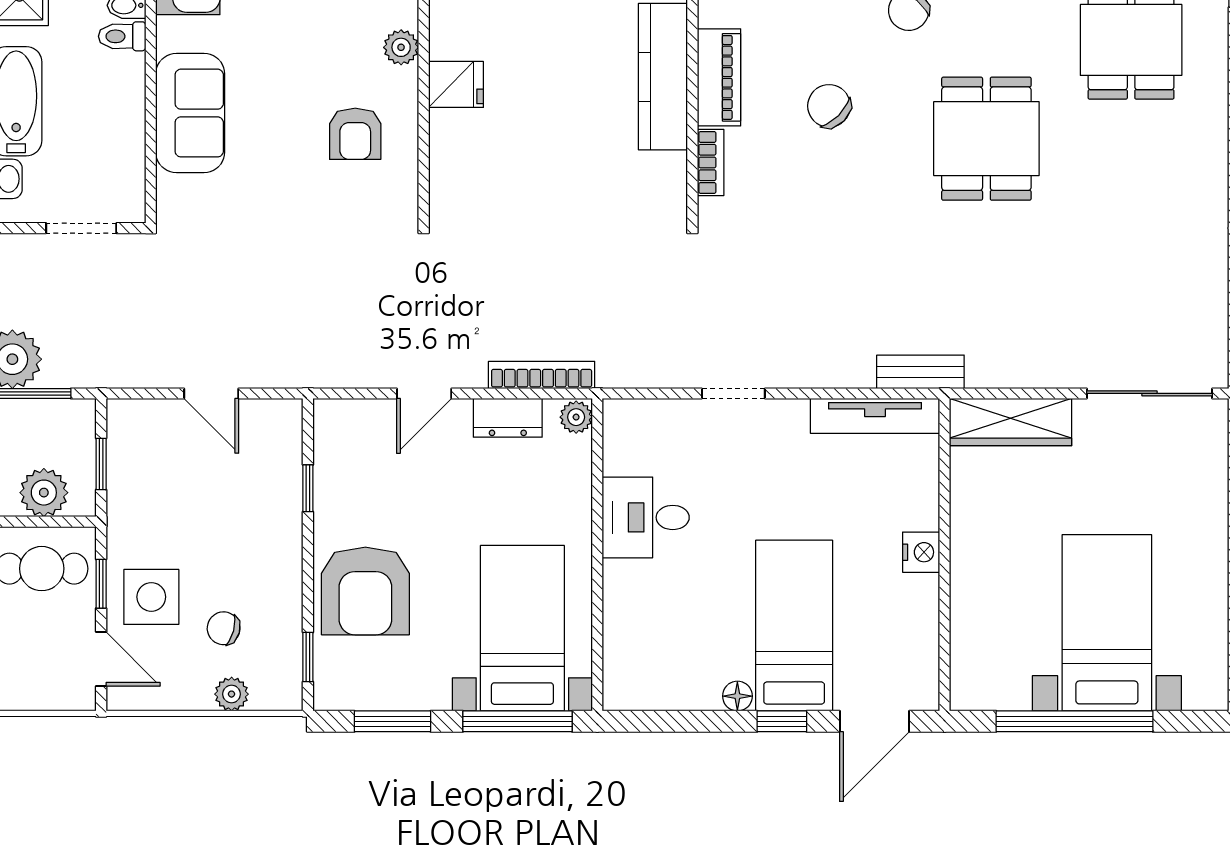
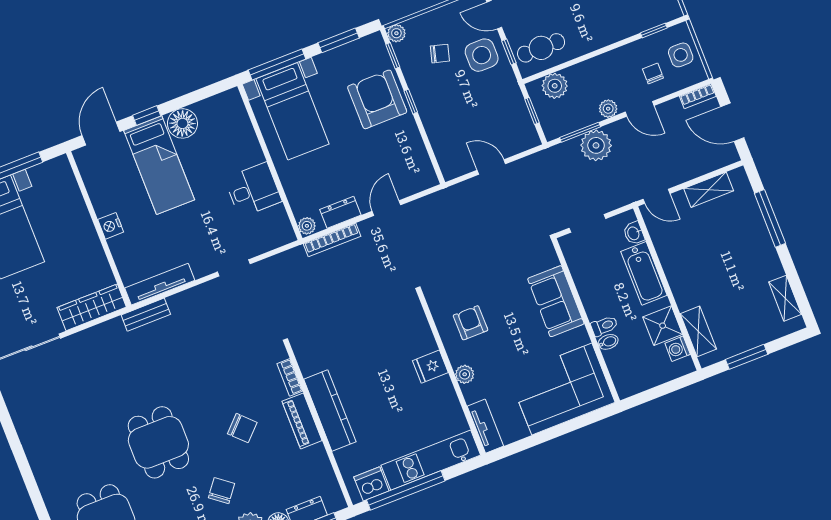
window: (308, 488) -> (411, 102), moved
plant: (232, 694) -> (396, 33), moved
floor lamp: (737, 696) -> (182, 123), width x1.89, depth x1.89

